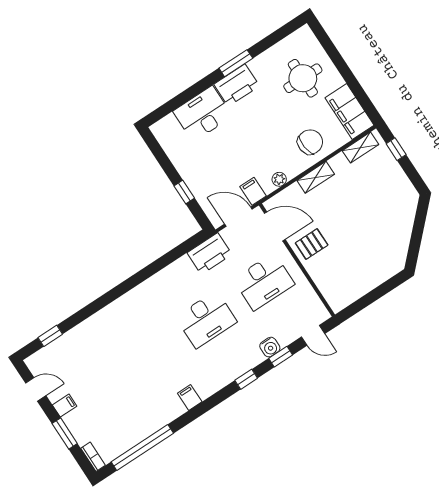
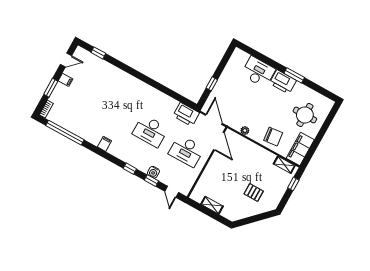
shelving: (316, 177) -> (212, 205), moved
filing cabinet: (253, 191) -> (231, 120), removed
pallet: (312, 244) -> (254, 193), moved
door: (36, 389) -> (66, 60), hinge flipped

